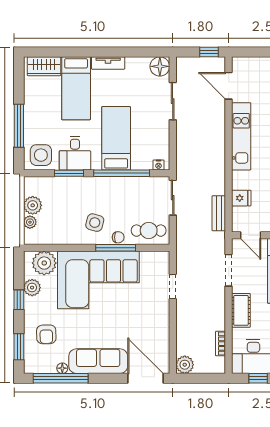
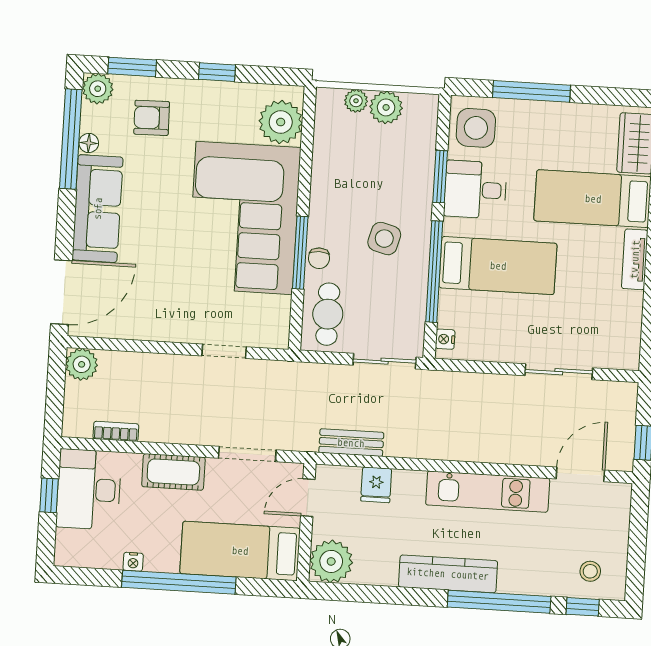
floor lamp: (160, 66) -> (623, 352), removed
side table: (95, 223) -> (384, 239), moved
plant: (32, 288) -> (98, 89), moved

